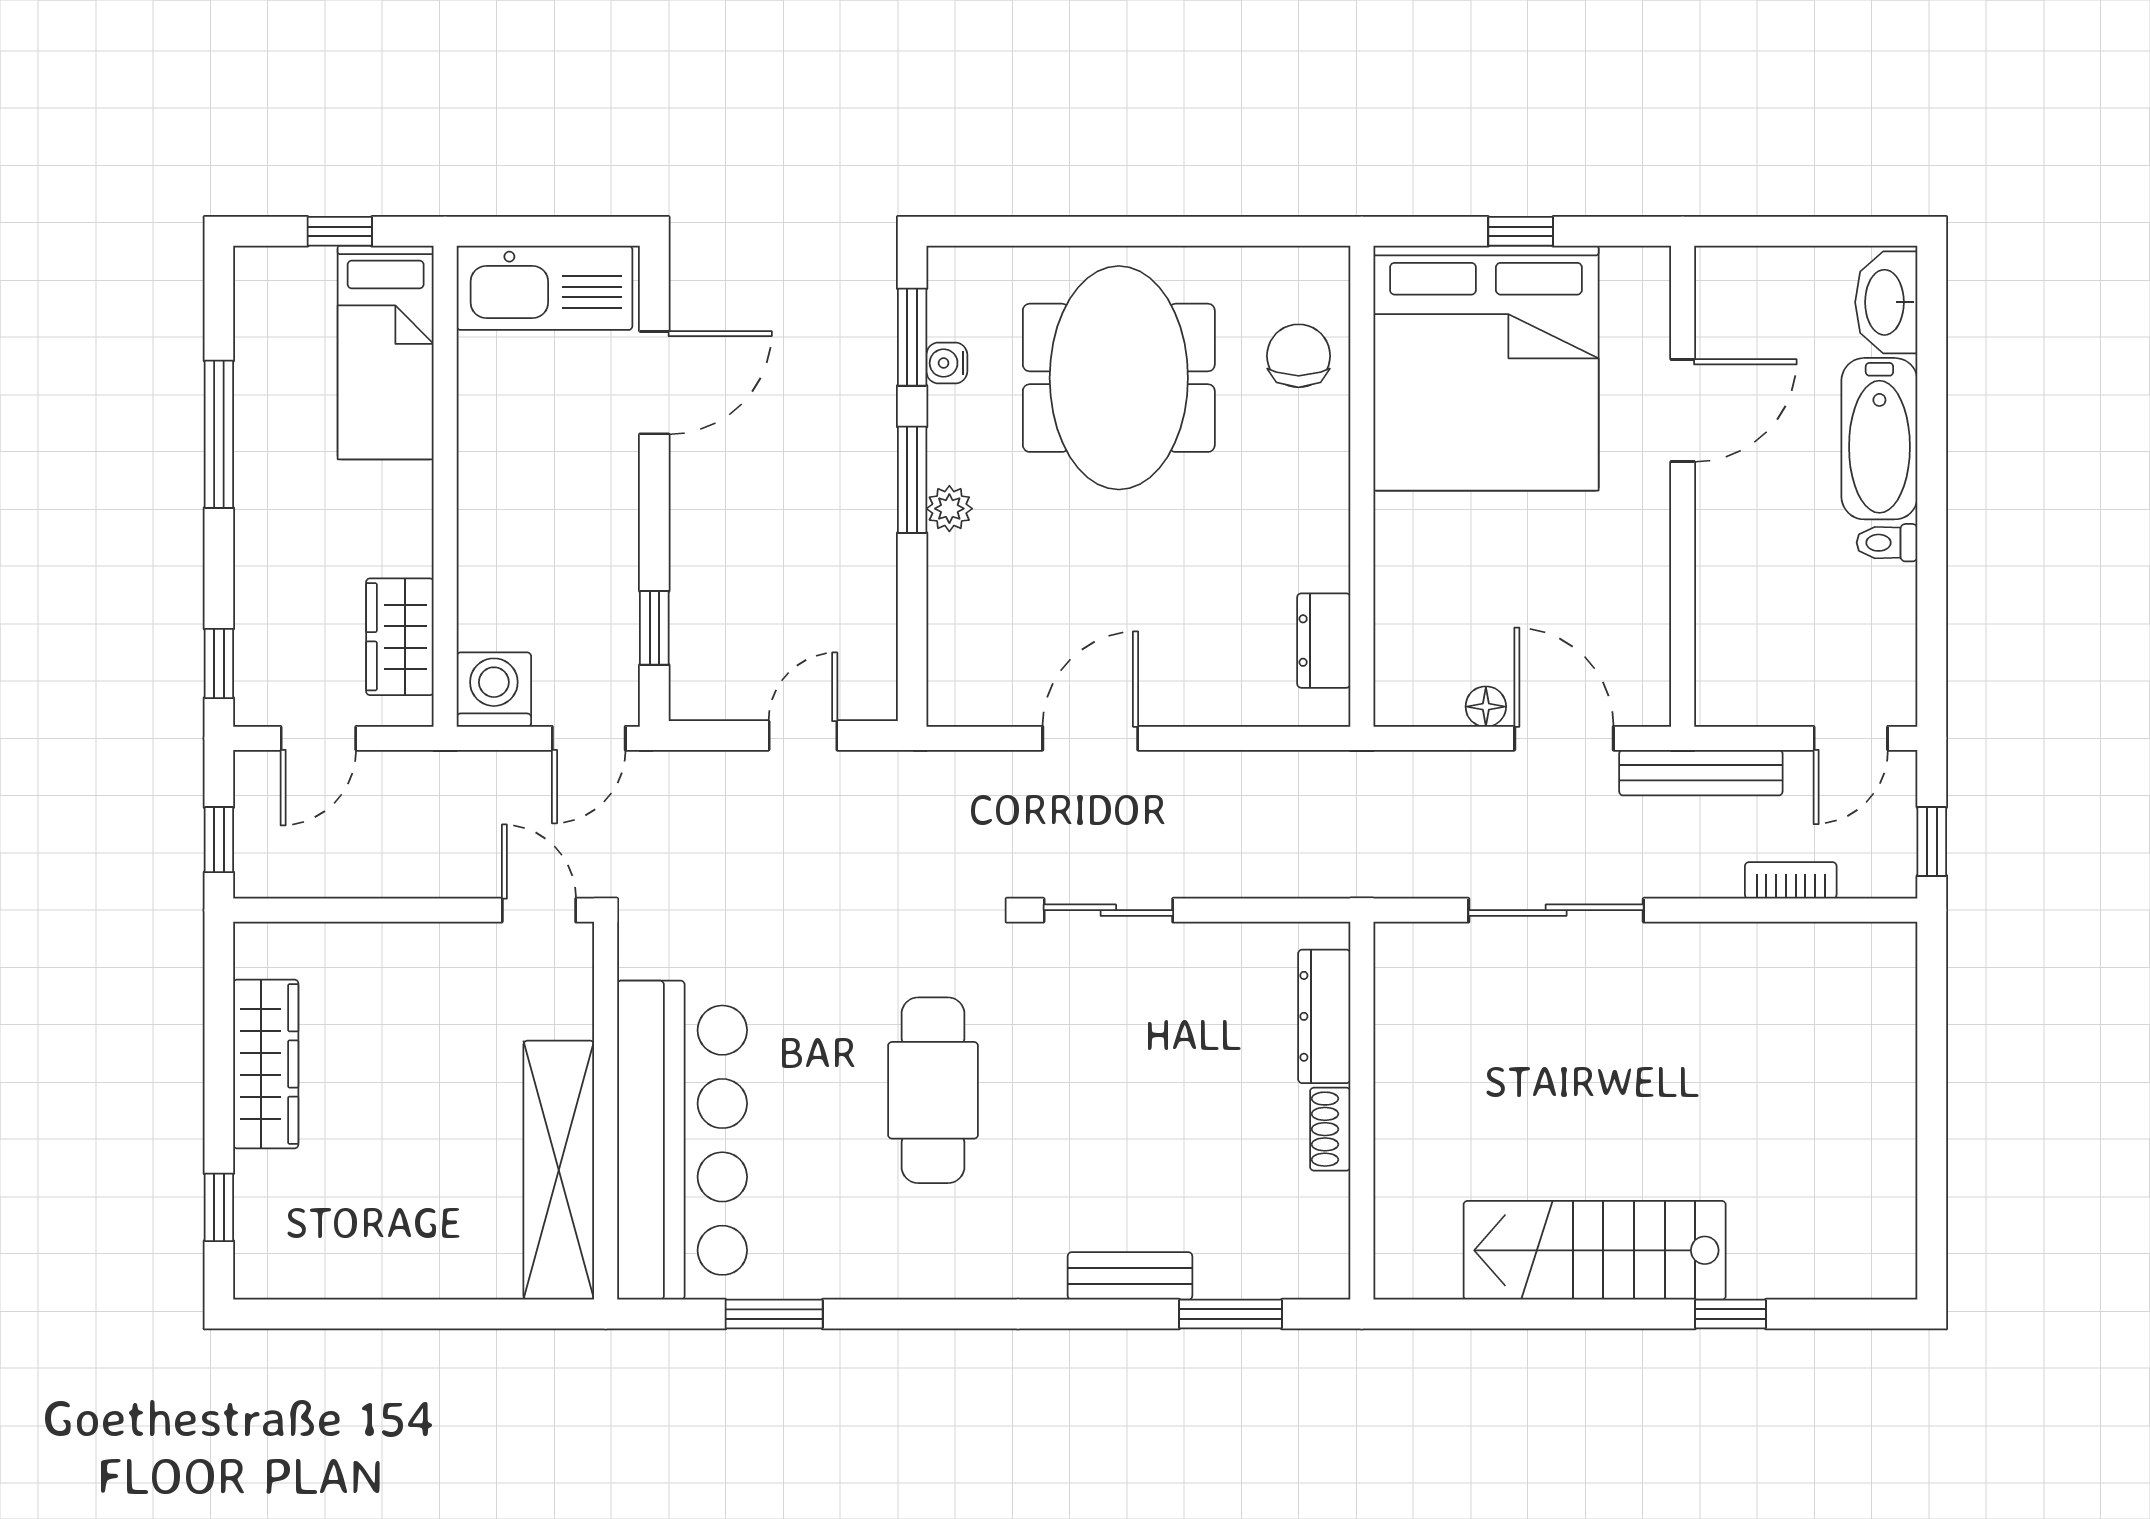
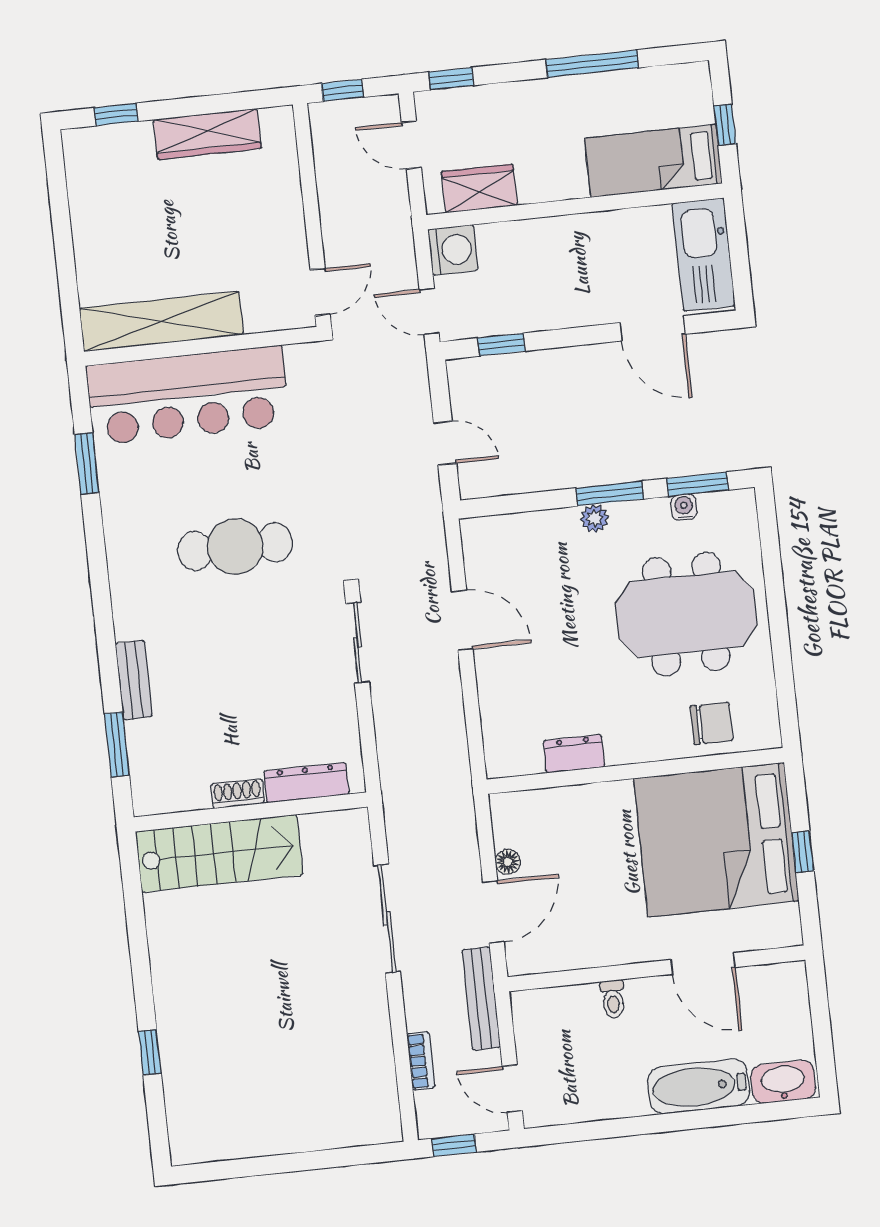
toilet: (1887, 543) -> (613, 999), moved, turned 180
dresser: (1324, 641) -> (574, 754), moved
stairs: (1595, 1250) -> (219, 853), moved, turned 90

